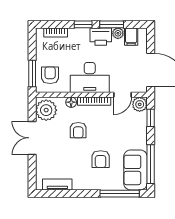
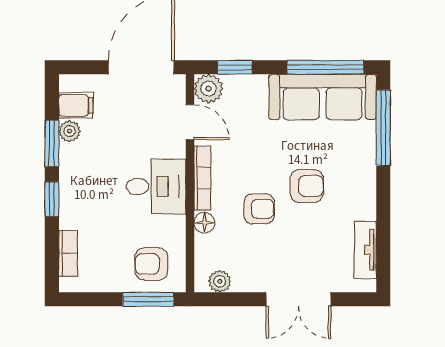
printer: (101, 37) -> (76, 165), removed
desk: (90, 78) -> (156, 186), width x0.73
plant: (46, 110) -> (220, 281), width x0.53, depth x0.53
double door: (32, 138) -> (298, 299), moved
armchair: (101, 159) -> (307, 186), moved
sofa: (135, 170) -> (323, 97), width x1.36

